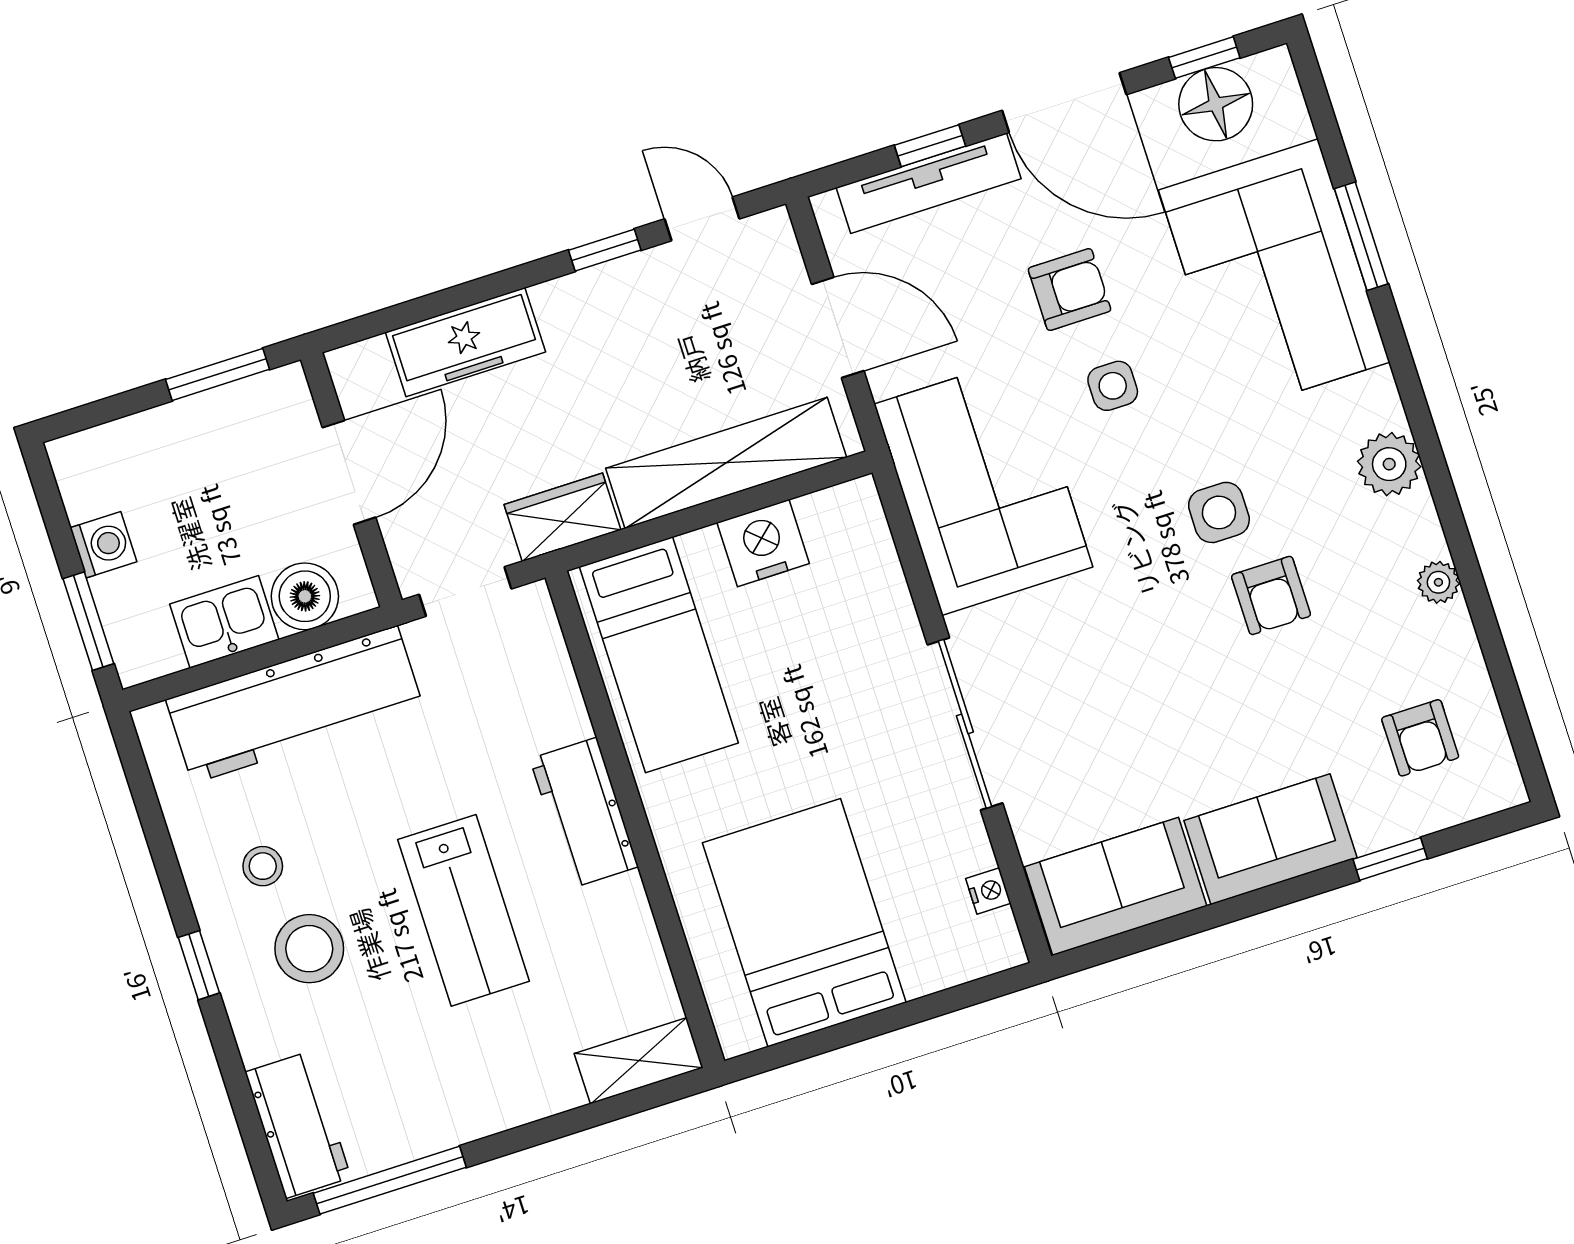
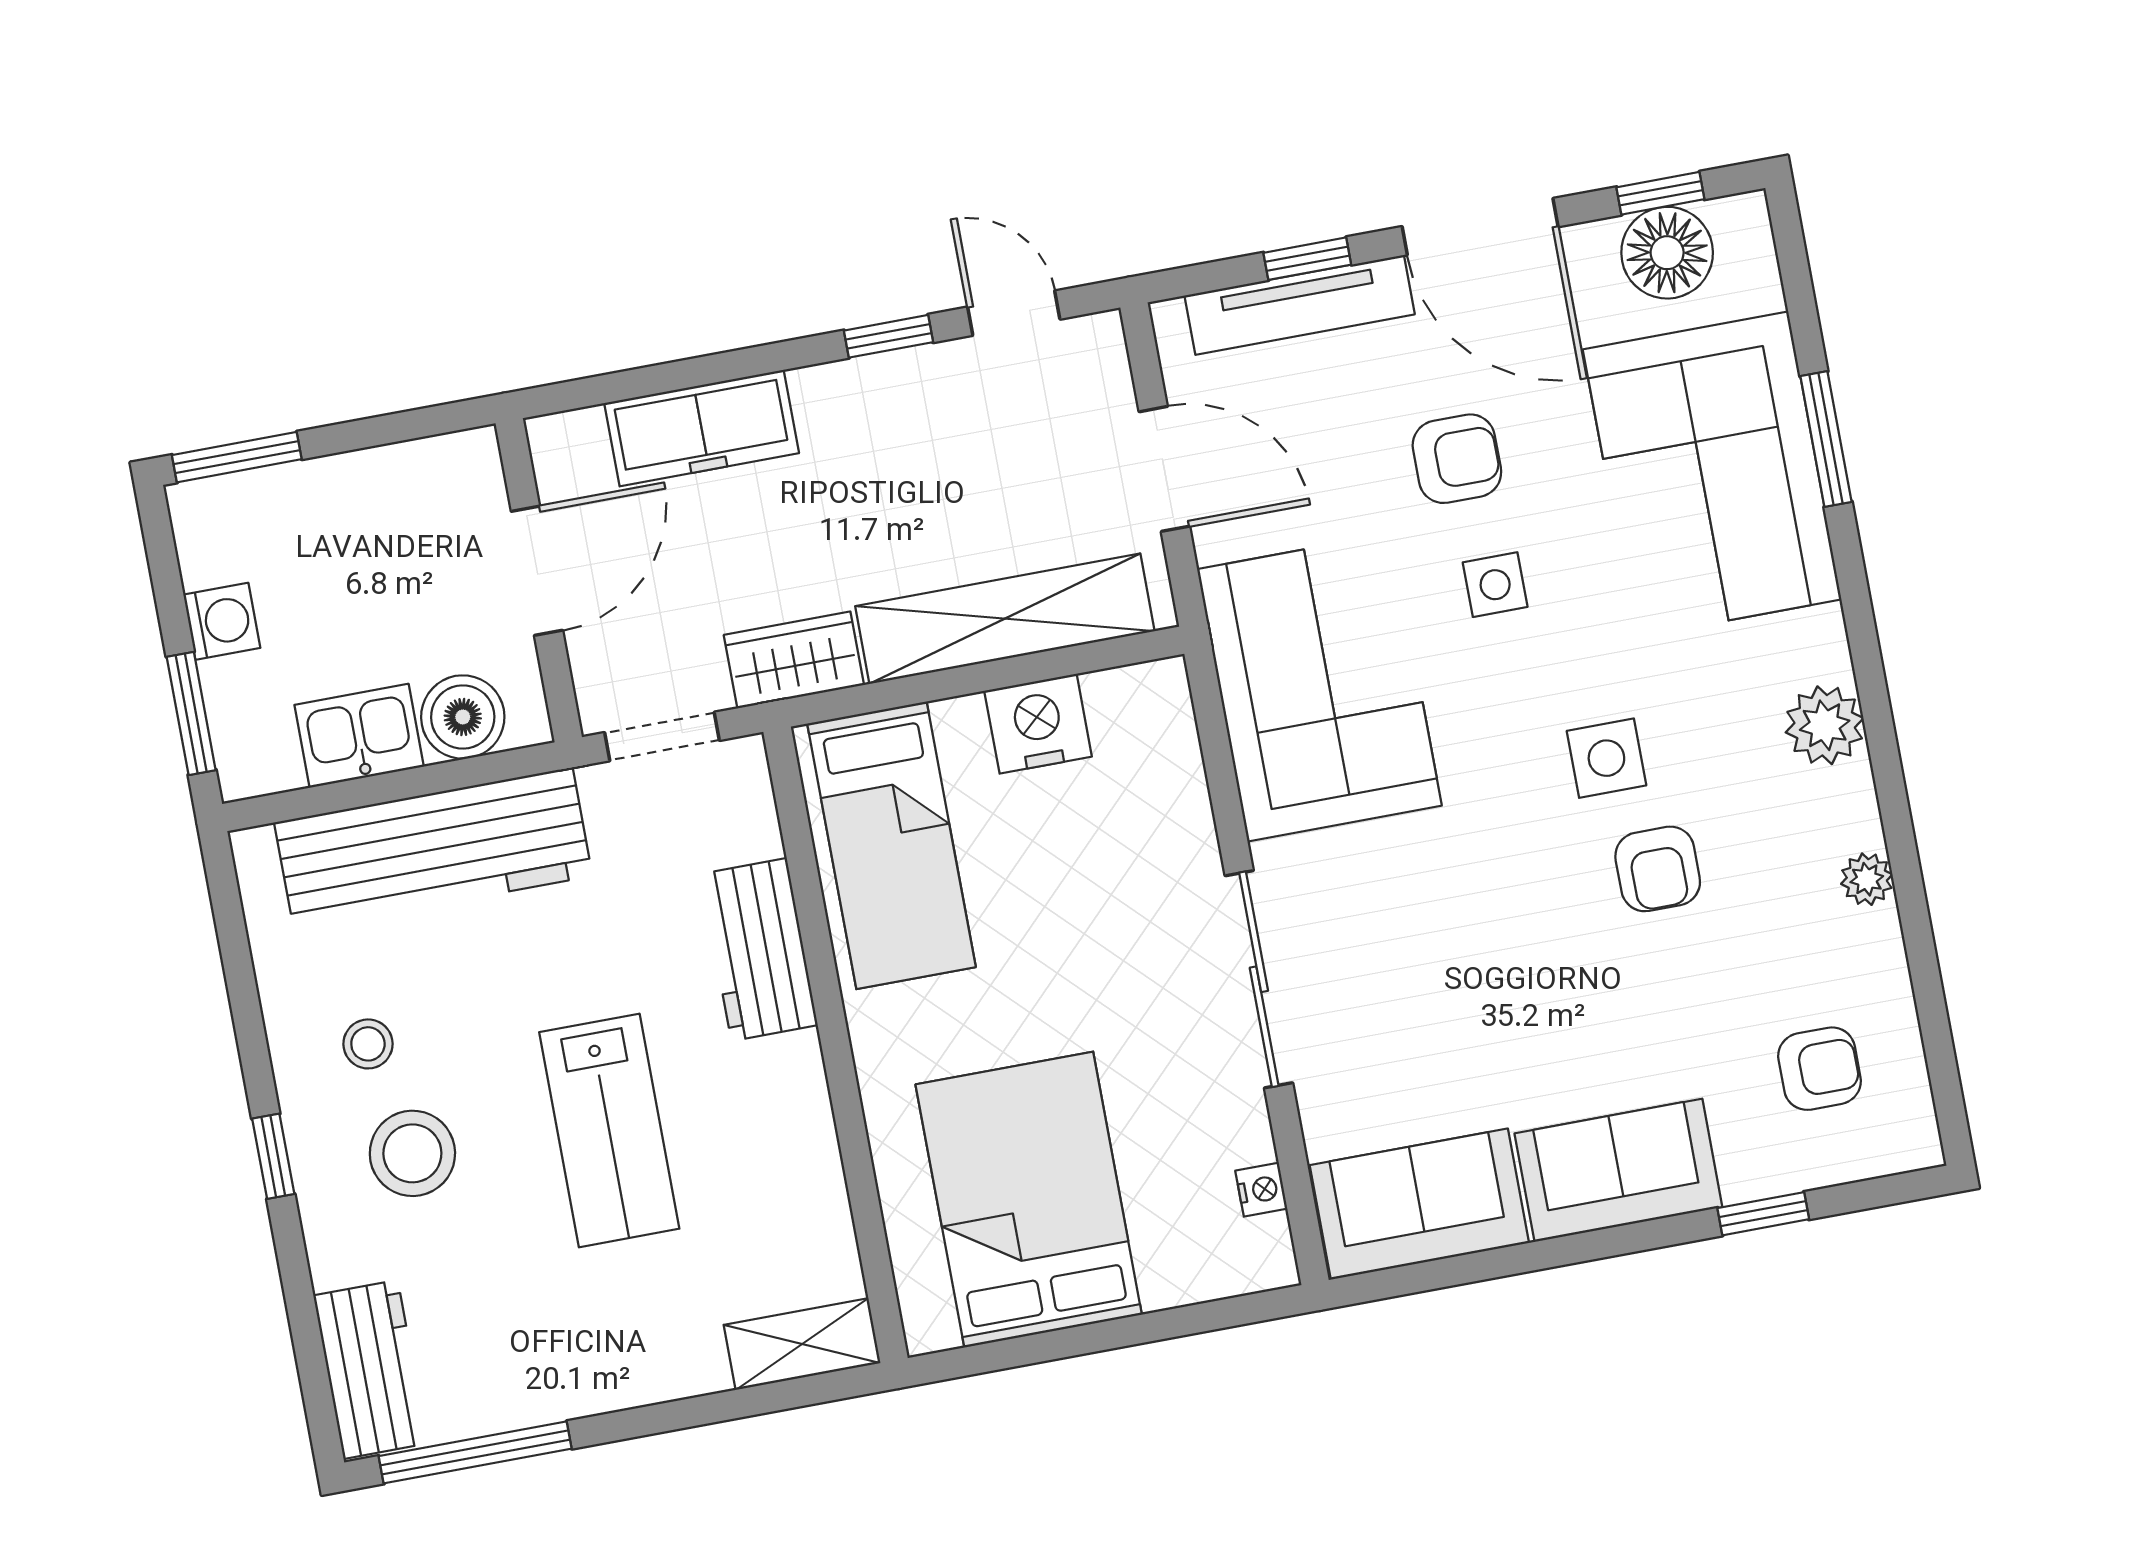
window: (218, 374) -> (237, 457), moved
armchair: (1420, 738) -> (1820, 1069), turned -90
workbench: (584, 813) -> (759, 950), moved

